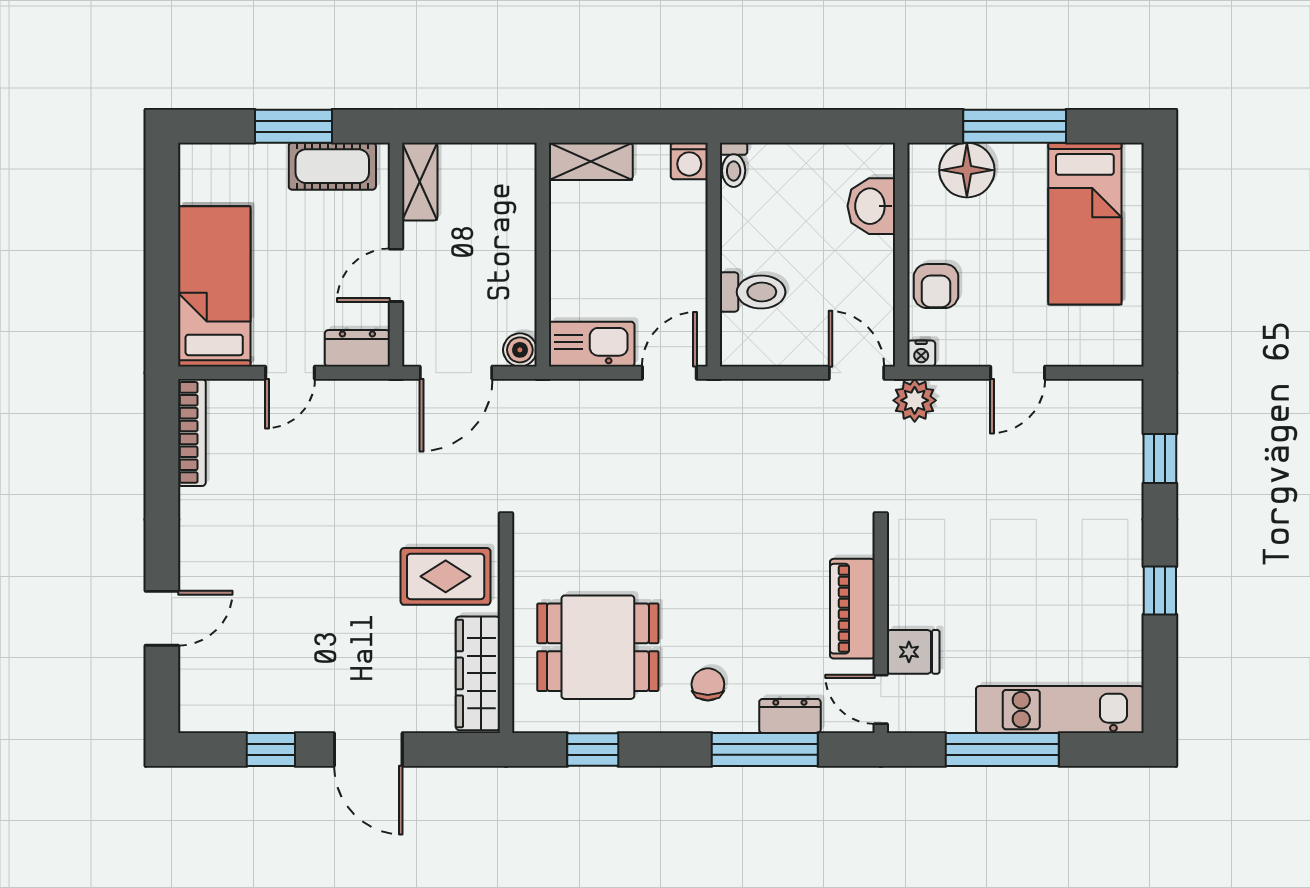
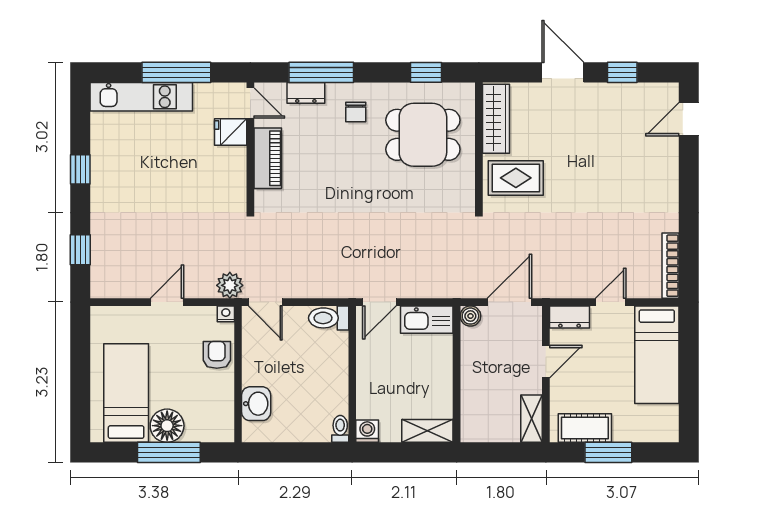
floor lamp: (967, 170) -> (167, 426), moved
toilet: (753, 292) -> (329, 318), moved
door: (162, 618) -> (689, 119), moved

